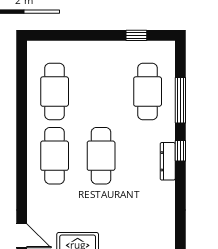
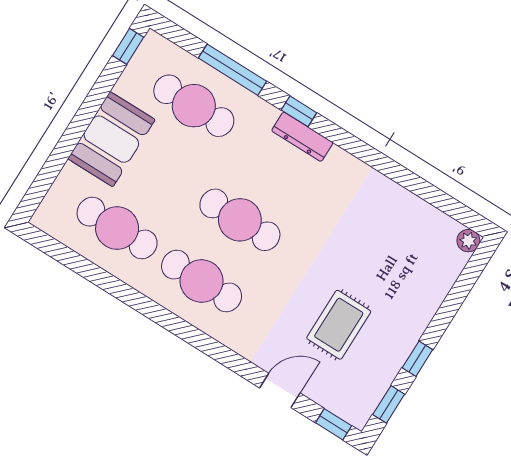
window: (136, 35) -> (128, 46), moved
booth: (101, 58) -> (111, 139), added

